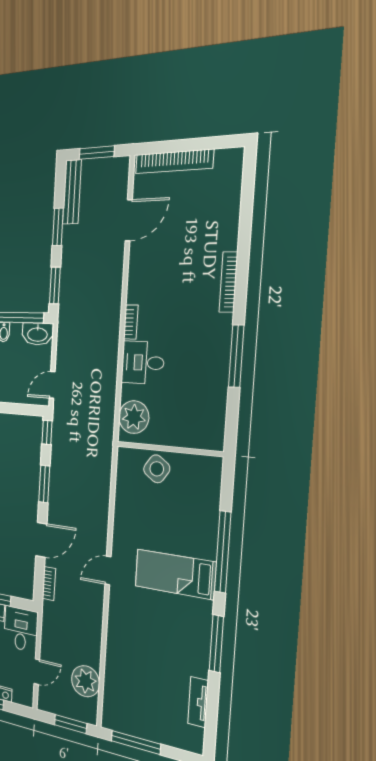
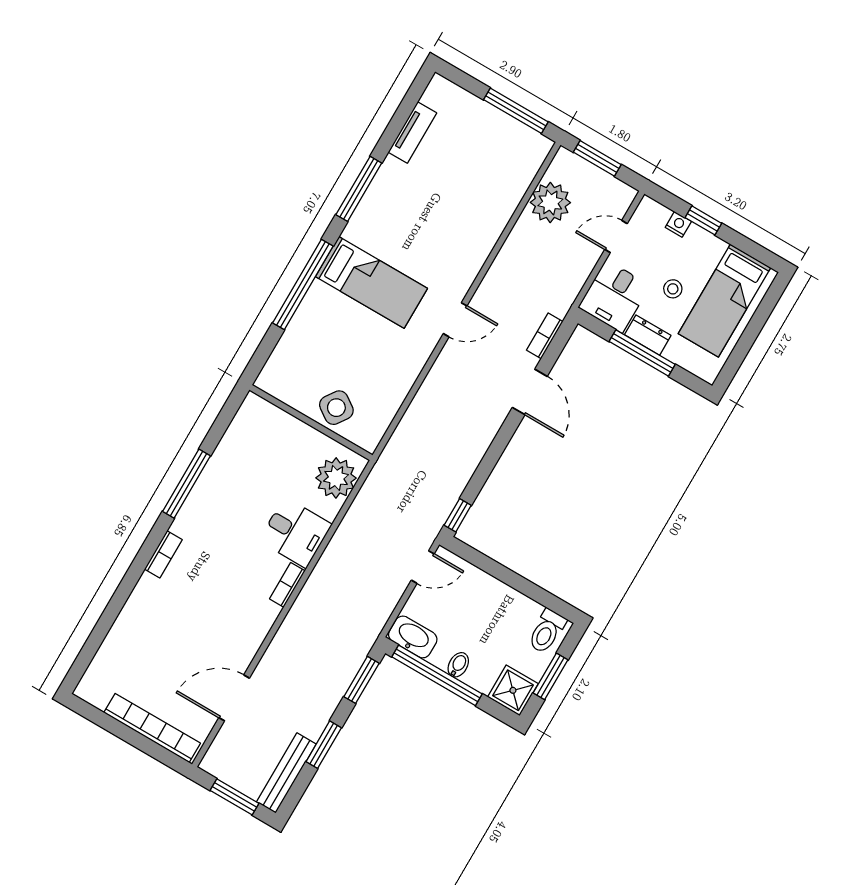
bookcase: (228, 282) -> (163, 554), width x0.64
window: (44, 484) -> (492, 456), removed
door: (41, 540) -> (530, 392), swing flipped

